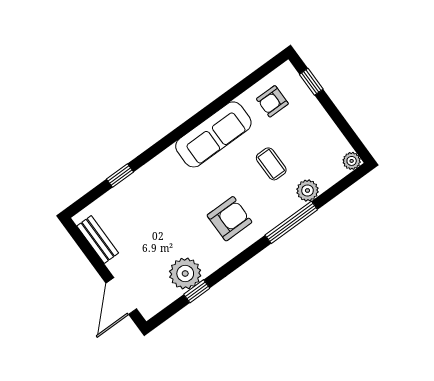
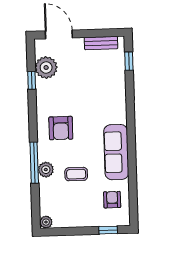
window: (120, 175) -> (129, 61), moved
plant: (307, 191) -> (46, 170), moved
plant: (185, 274) -> (46, 67), moved

